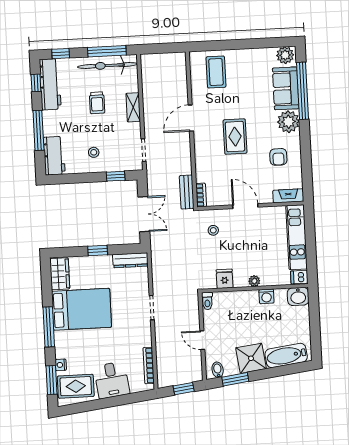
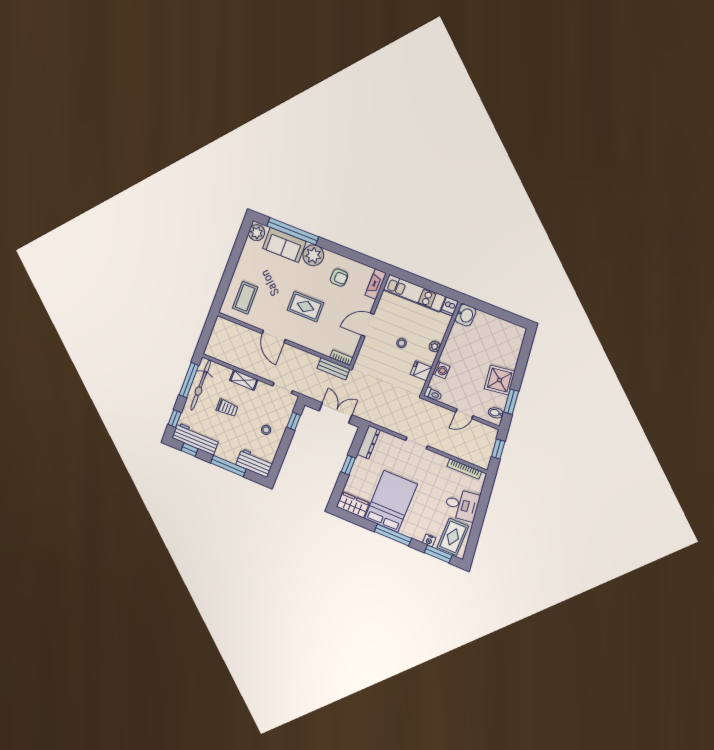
coffee table: (216, 72) -> (245, 298), turned 90
stool: (213, 230) -> (402, 343), moved
washing machine: (266, 296) -> (441, 370), moved
bathtub: (286, 355) -> (512, 349), removed

